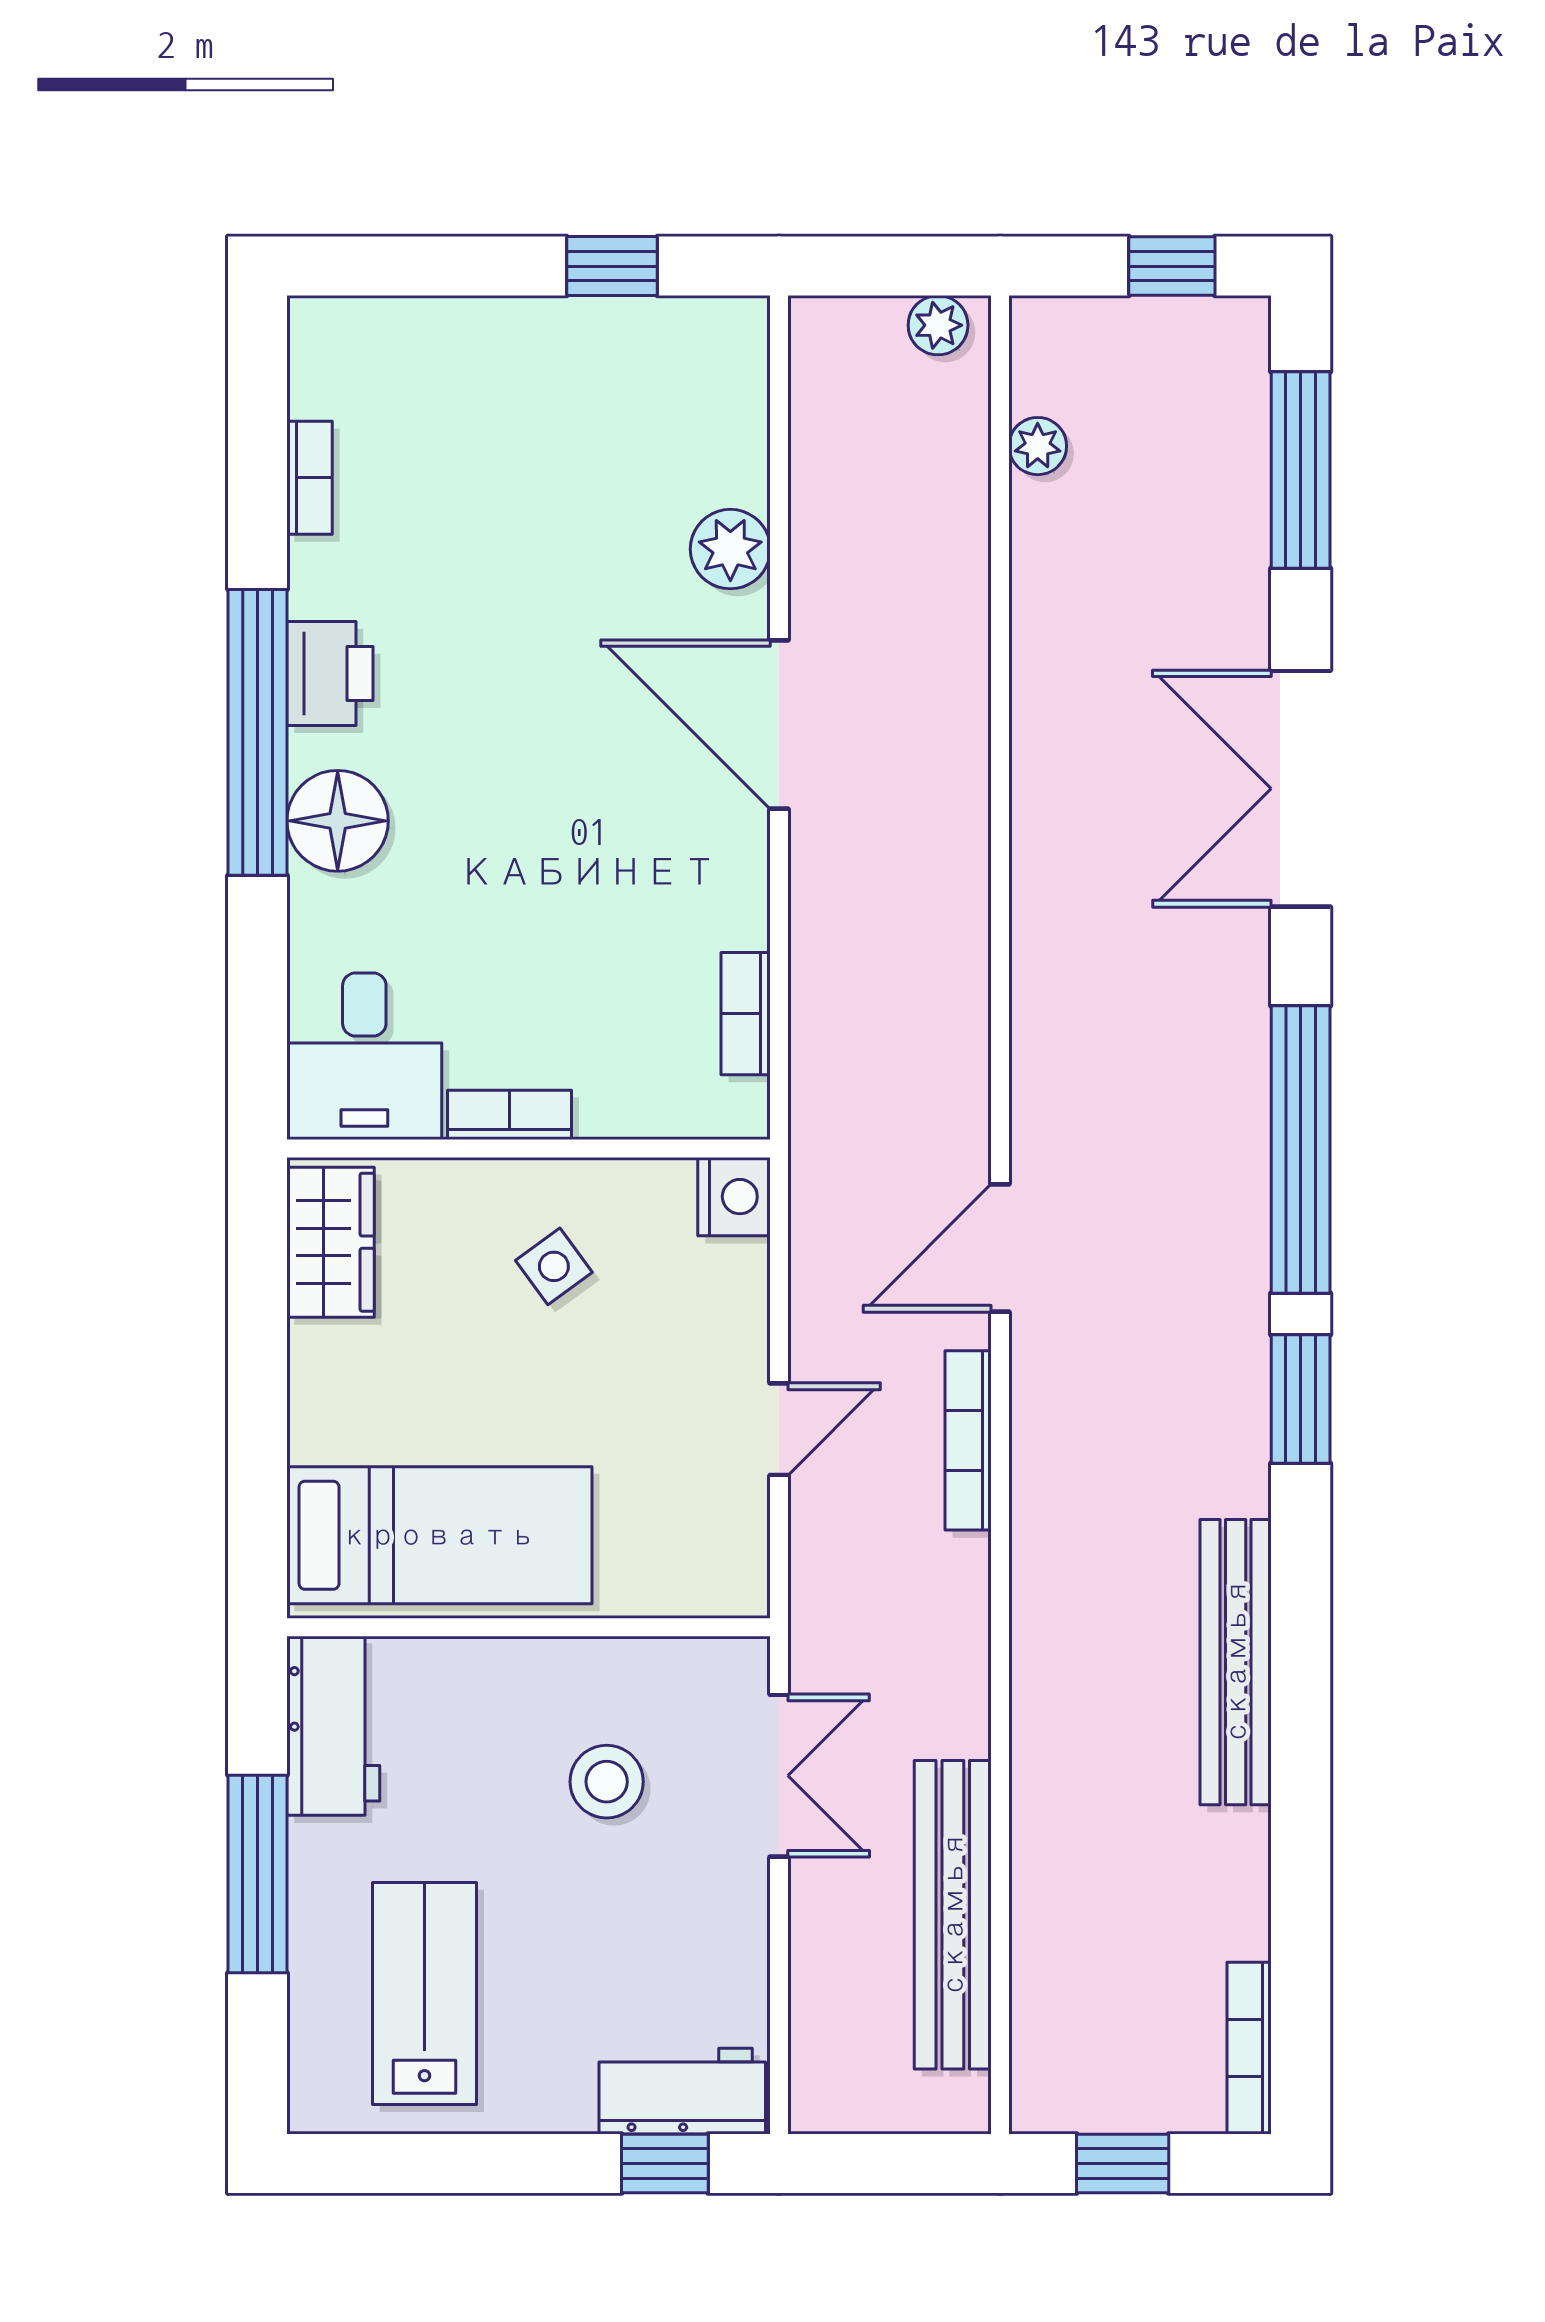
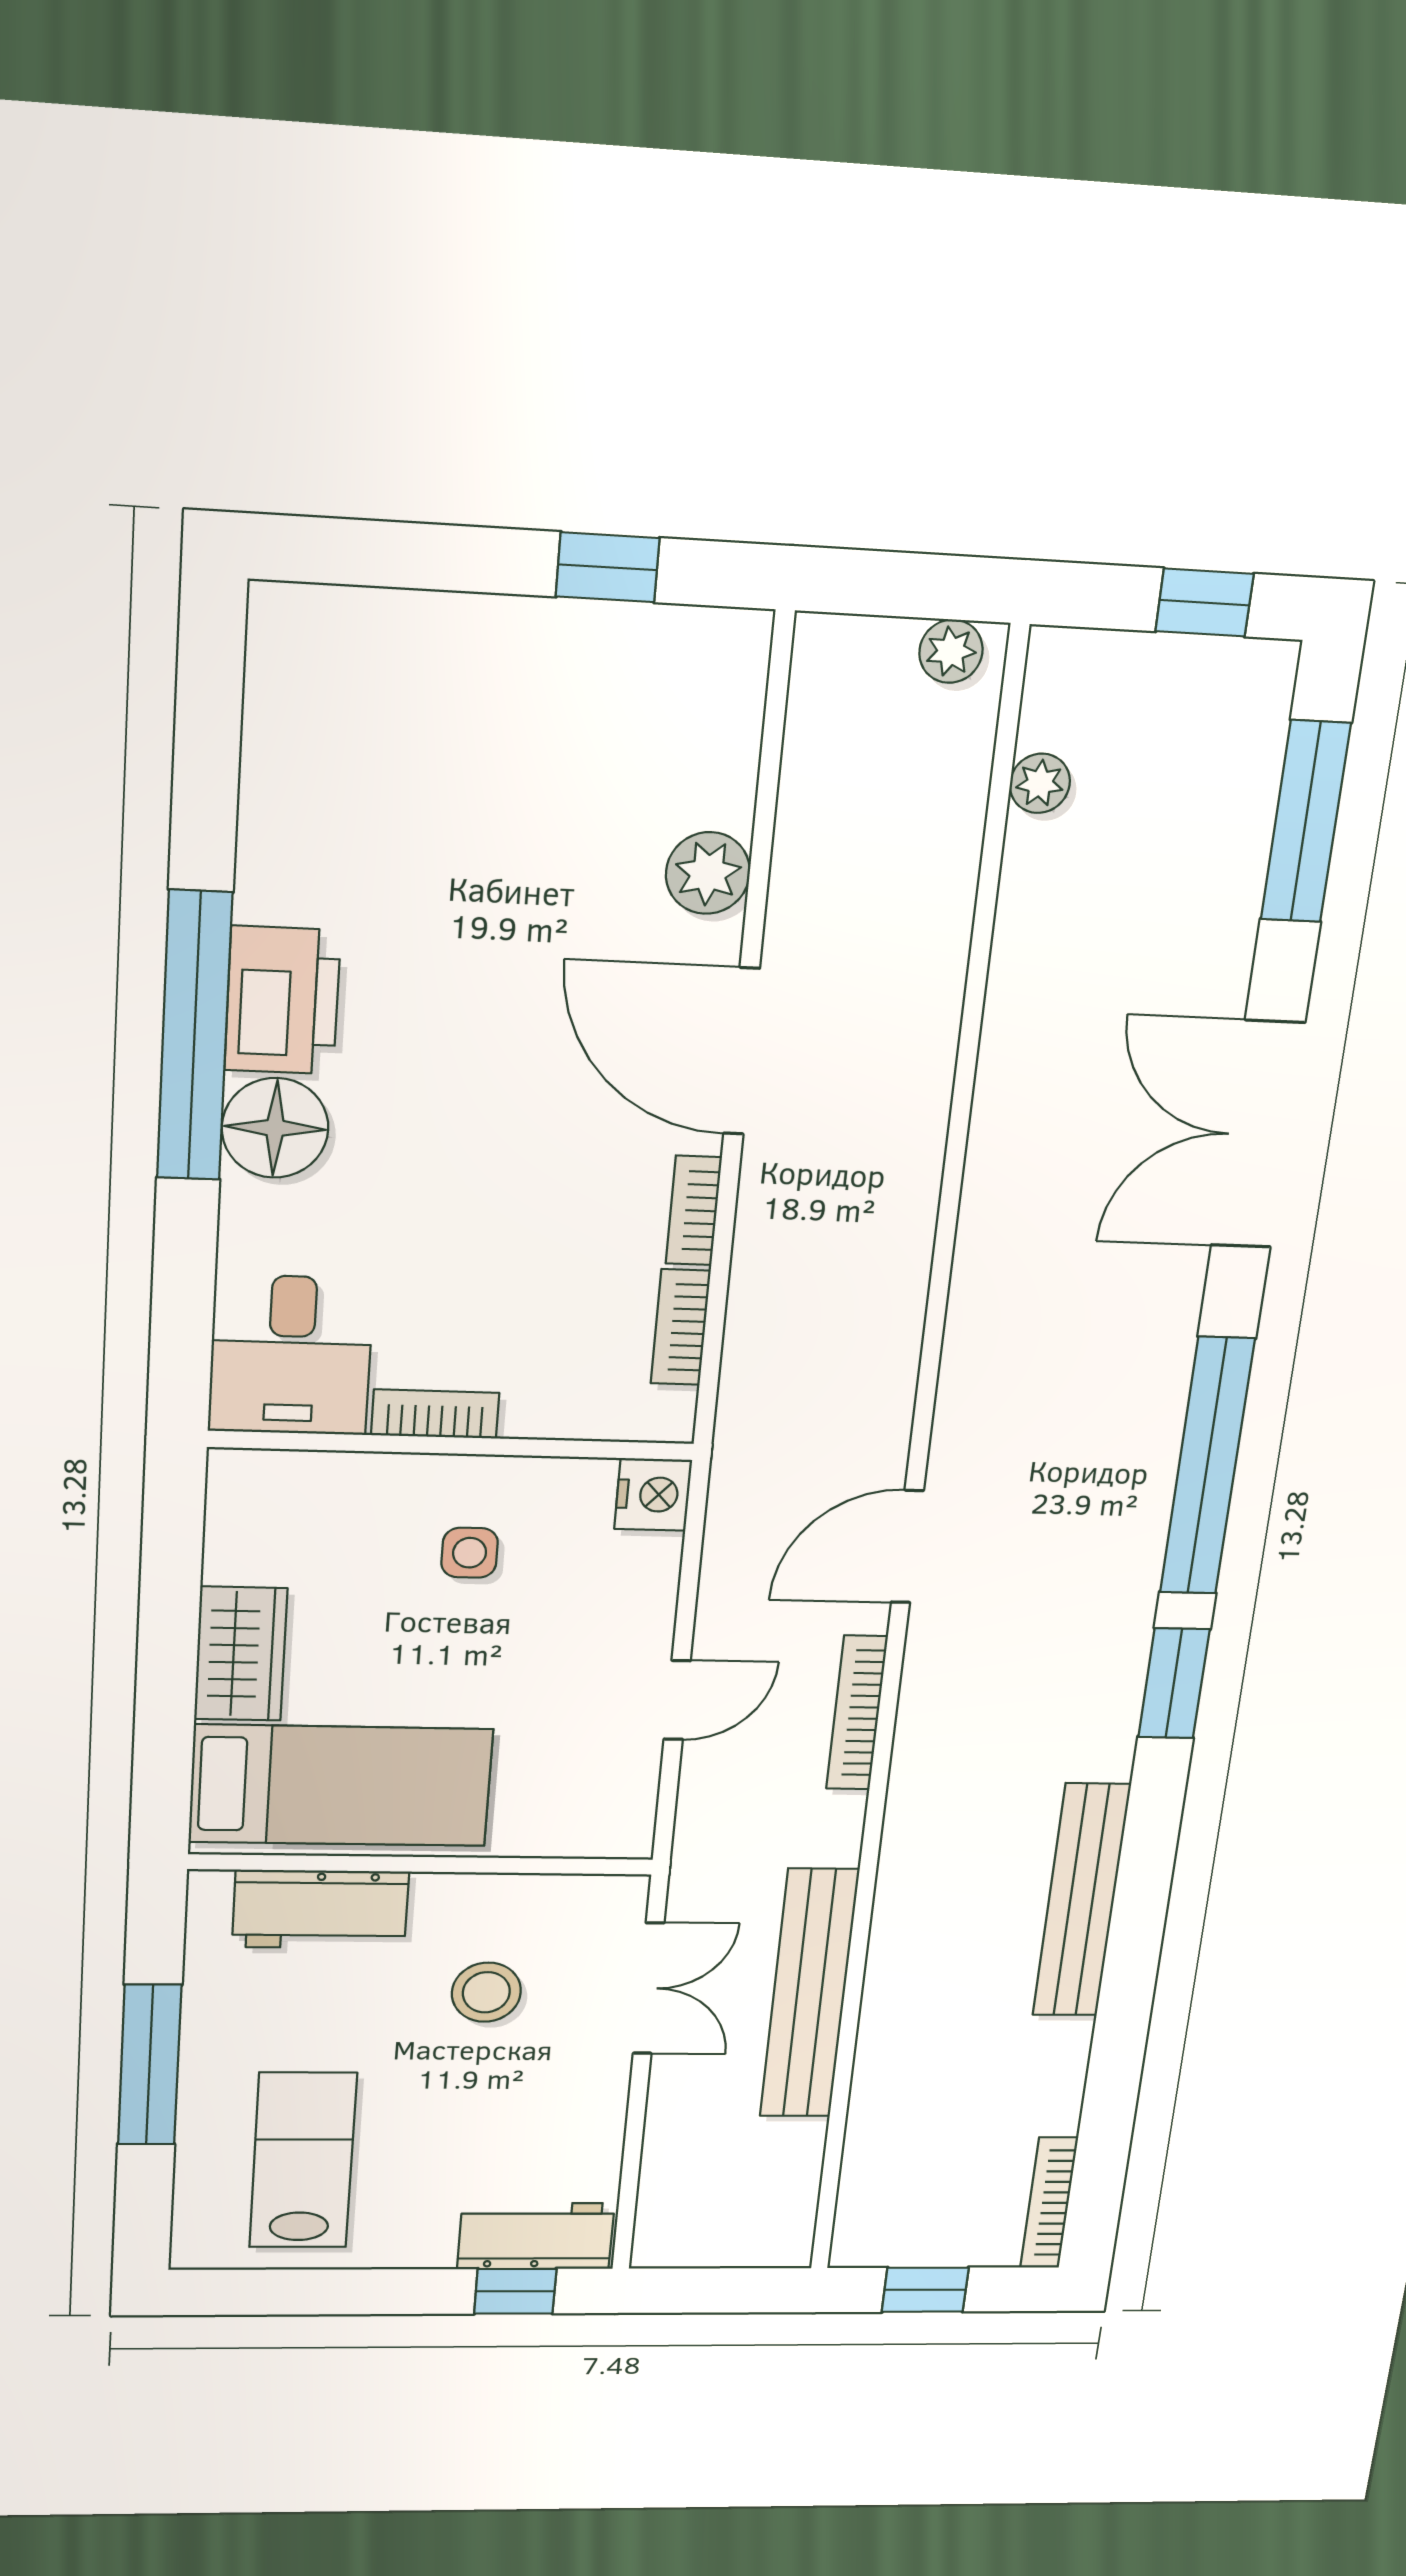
bookcase: (310, 478) -> (694, 1210), moved, turned 180
printer: (330, 674) -> (283, 1000), width x1.37, depth x1.19
wardrobe: (331, 1242) -> (241, 1654), moved
side table: (554, 1266) -> (470, 1553), turned 36
workbench: (333, 1726) -> (320, 1909), moved, turned 90
bench: (953, 1915) -> (809, 1994), moved

